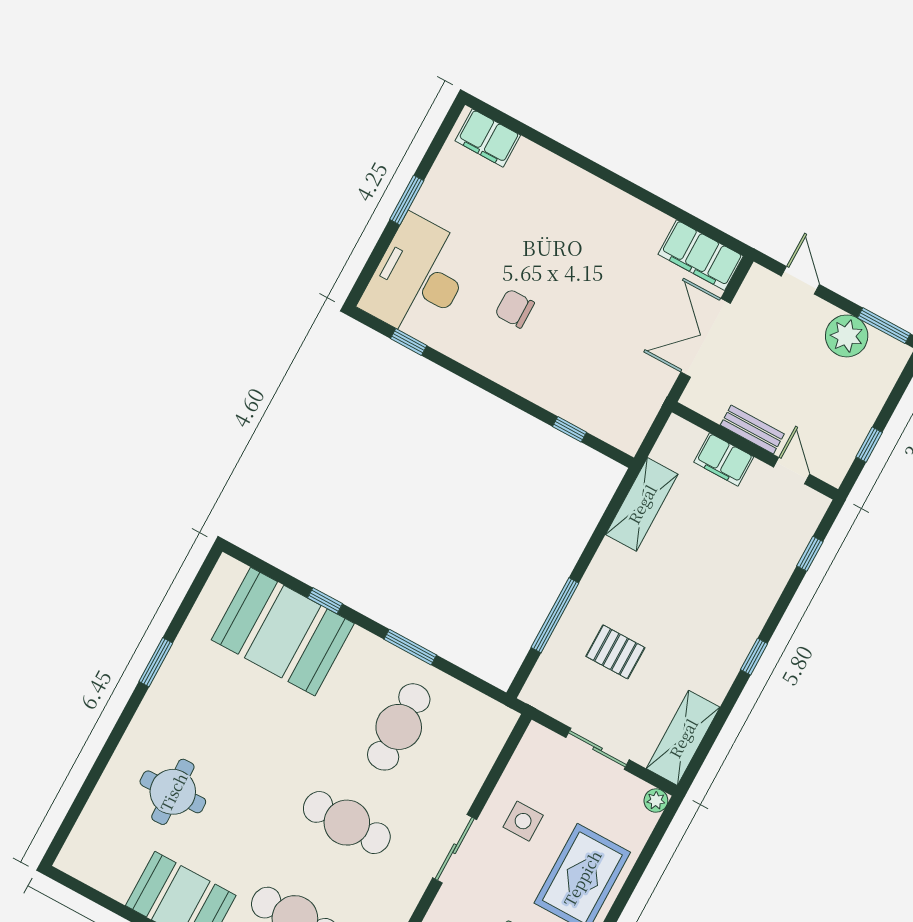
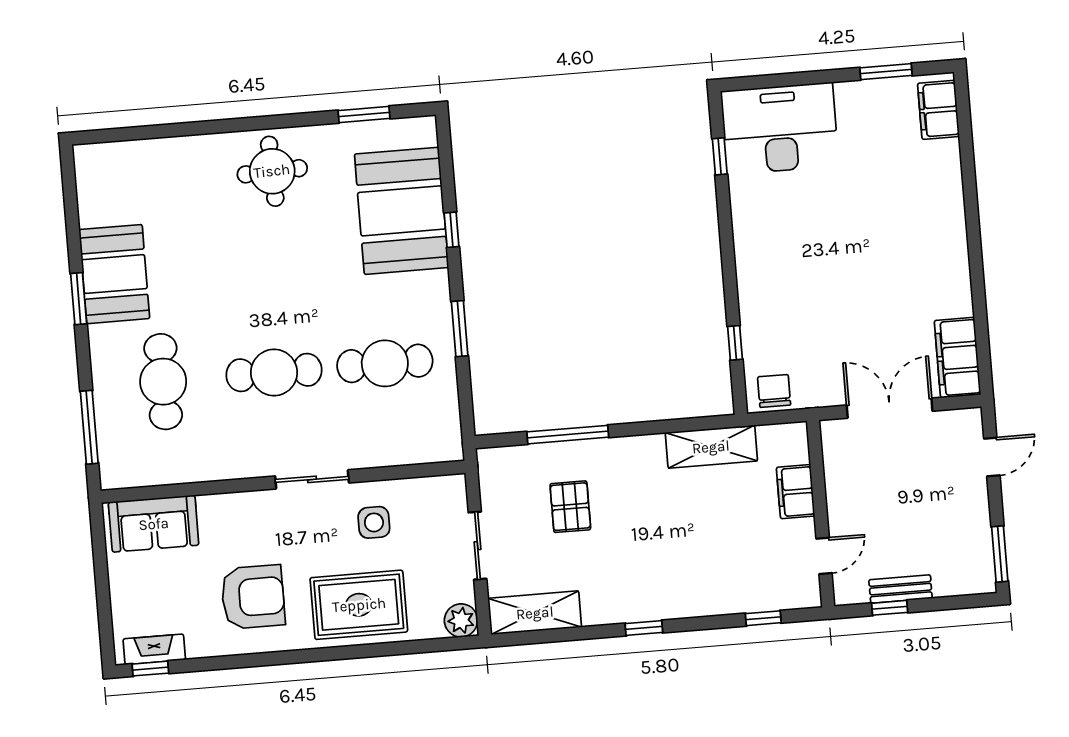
window: (407, 200) -> (886, 72), moved
chair: (515, 309) -> (774, 391), moved
plant: (847, 336) -> (970, 528), removed
bench: (752, 429) -> (901, 589), moved, turned 90
window: (156, 662) -> (364, 114), moved
round table: (173, 792) -> (272, 171), moved
plant: (656, 800) -> (461, 620), width x1.38, depth x1.38
cafe table: (347, 823) -> (274, 373), turned 90

